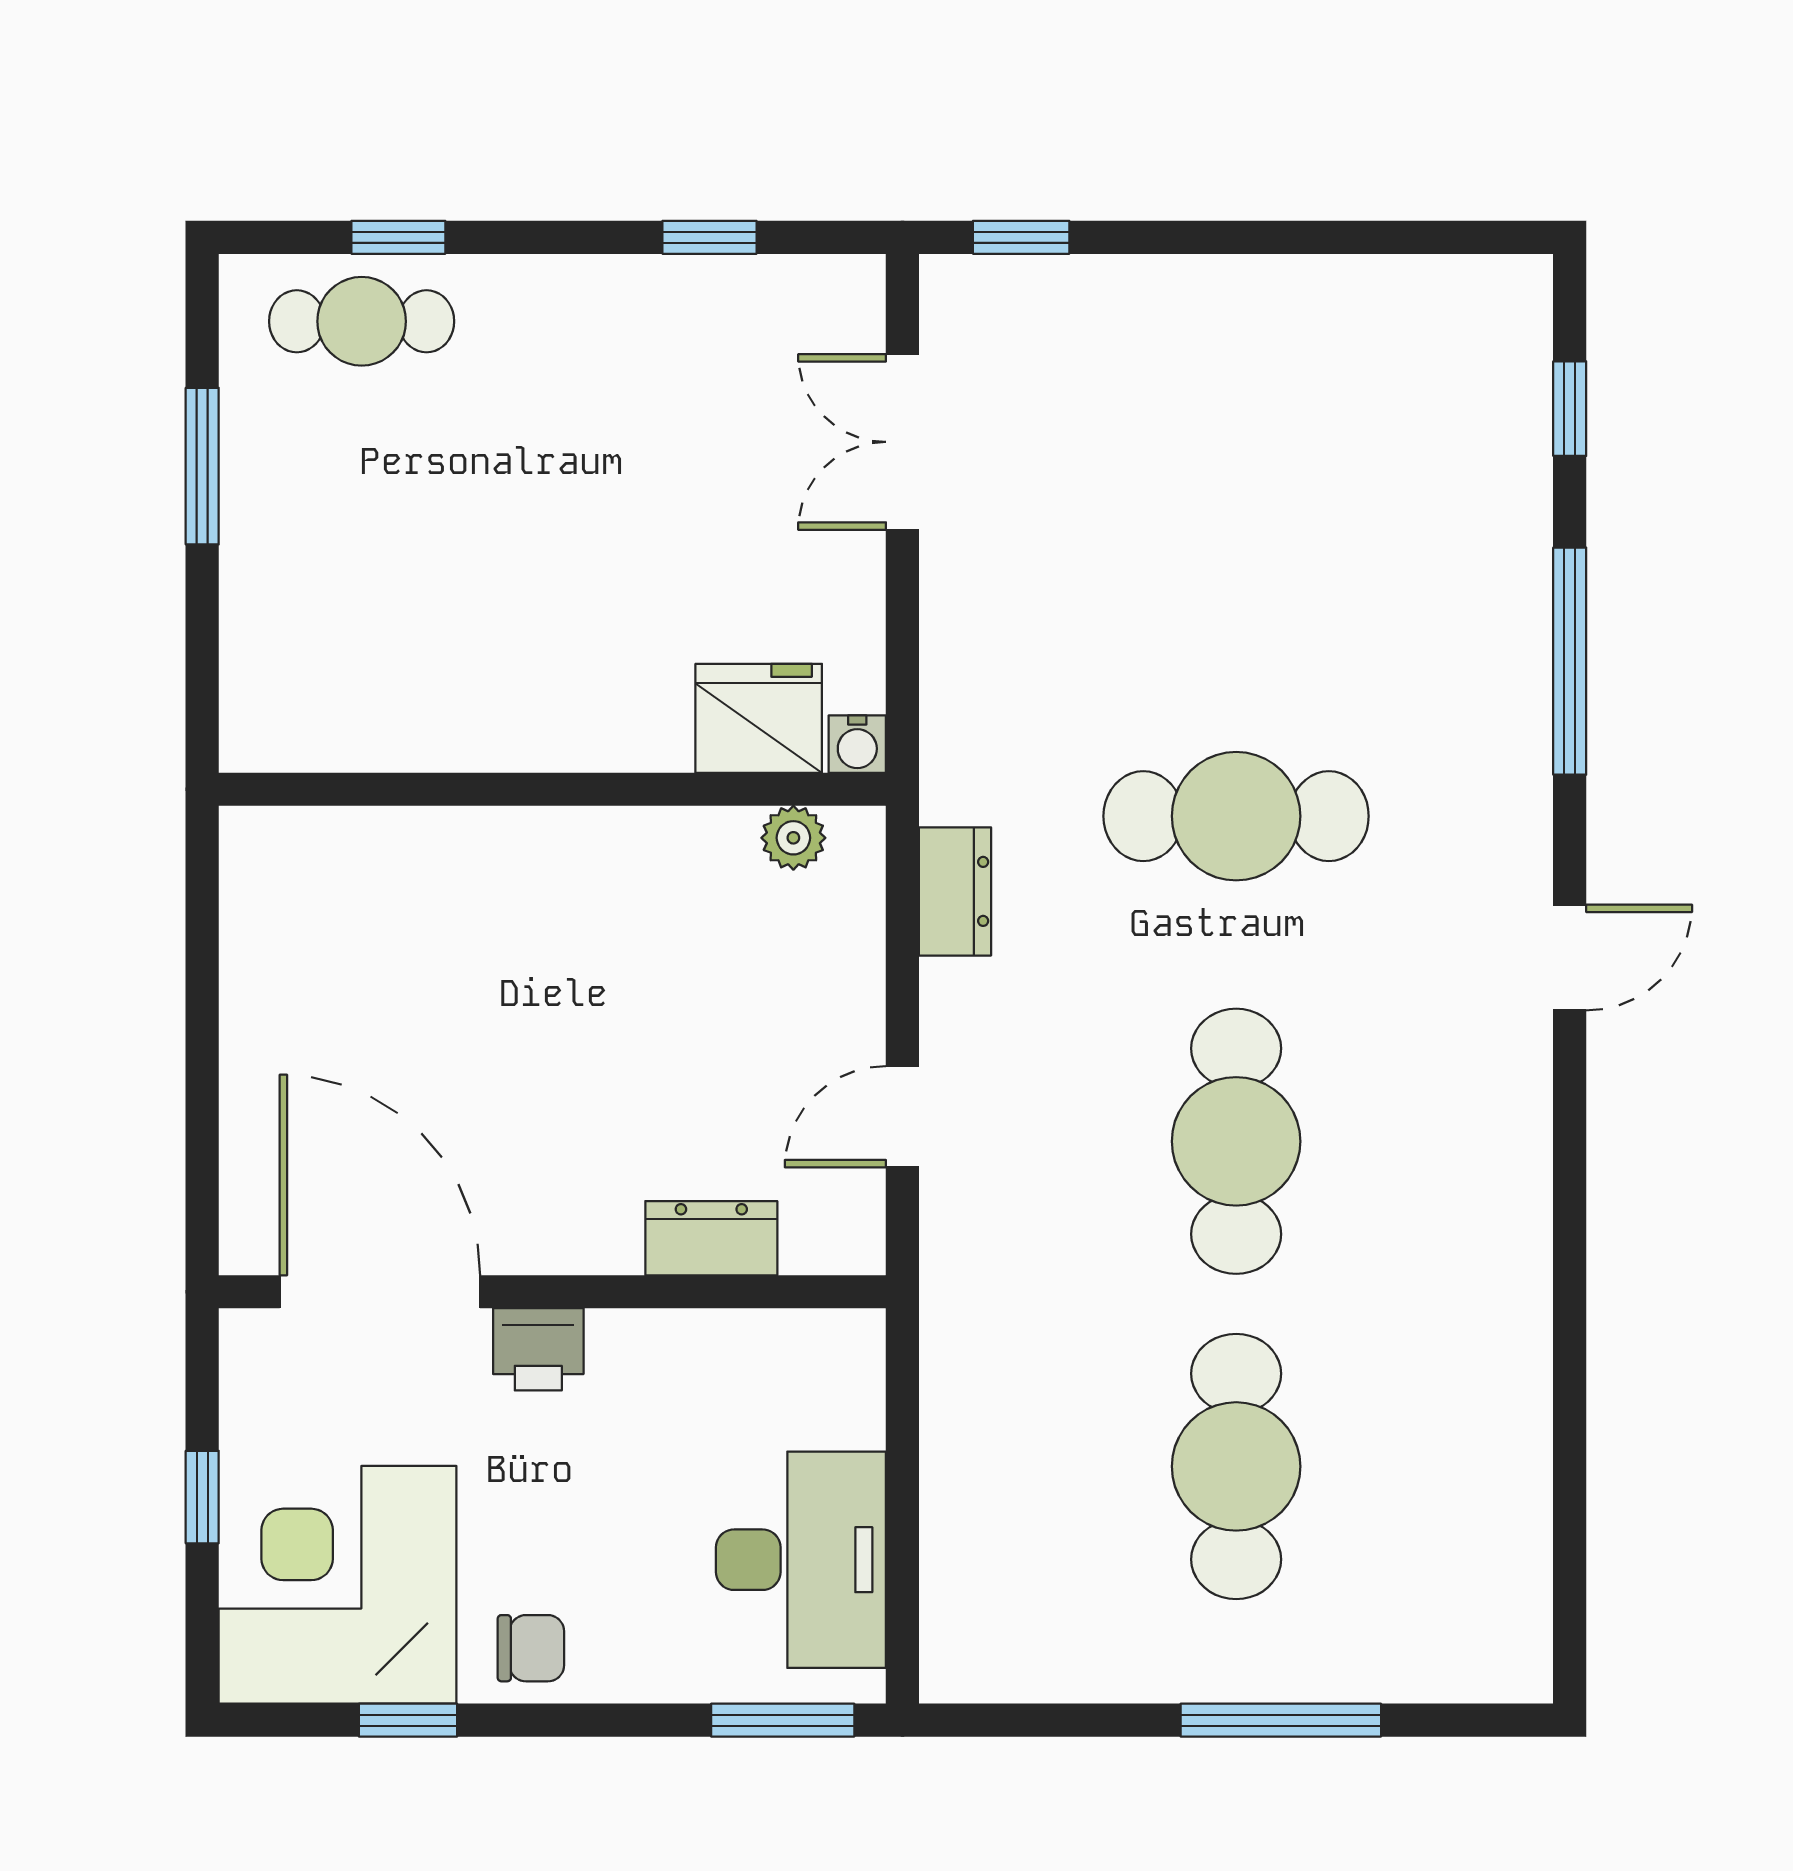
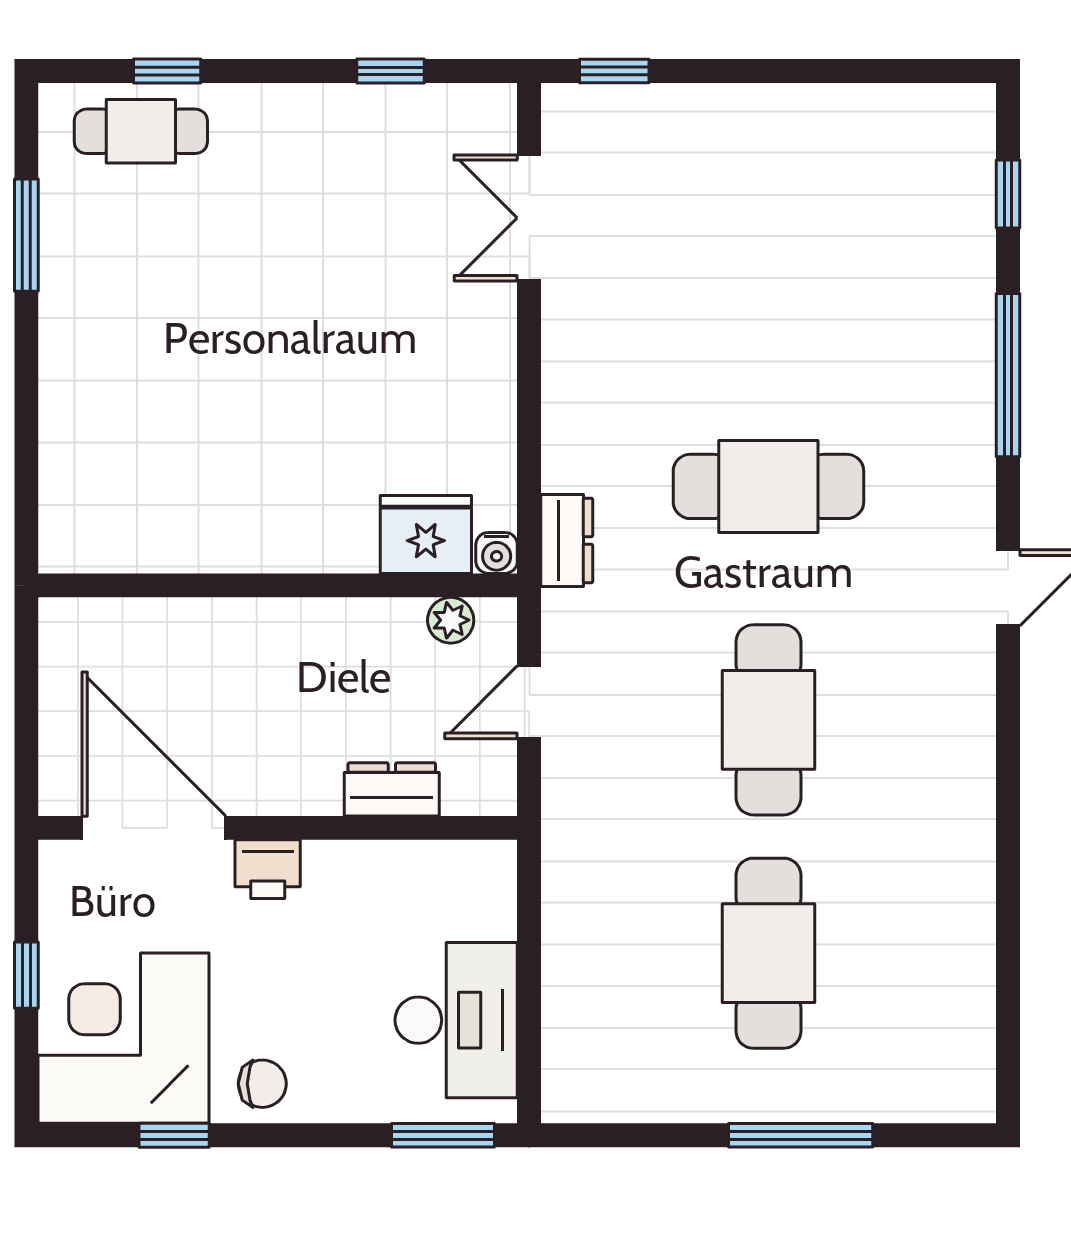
fridge: (759, 718) -> (426, 534), moved
water cooler: (857, 744) -> (497, 553), moved
wall: (552, 789) -> (278, 585), moved
plant: (793, 838) -> (451, 620), moved

